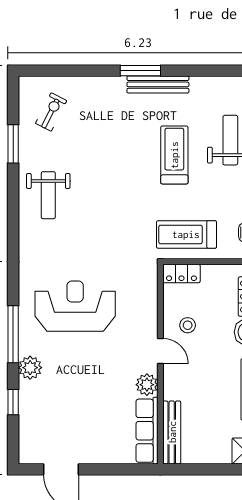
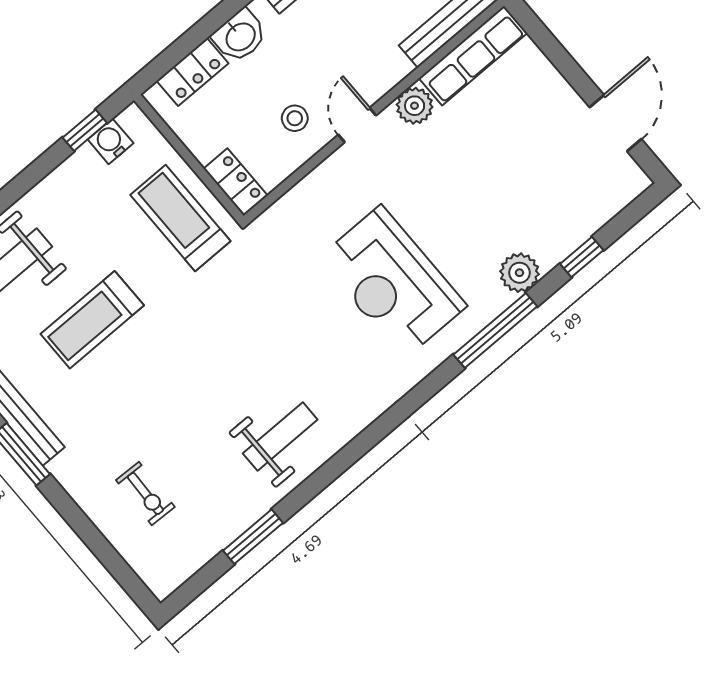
exercise bike: (51, 112) -> (145, 494), moved, turned -115
treadmill: (186, 234) -> (180, 218), turned 180

